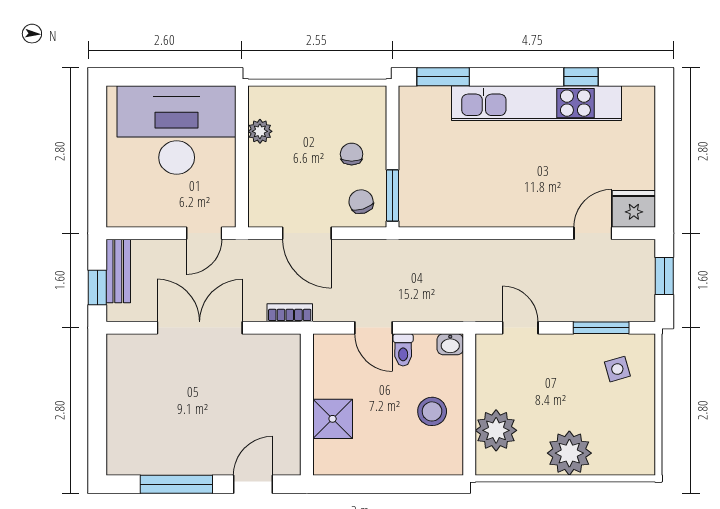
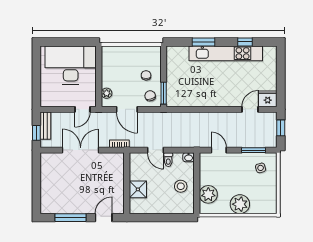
window: (443, 77) -> (204, 42), moved
plant: (260, 131) -> (107, 93), moved

